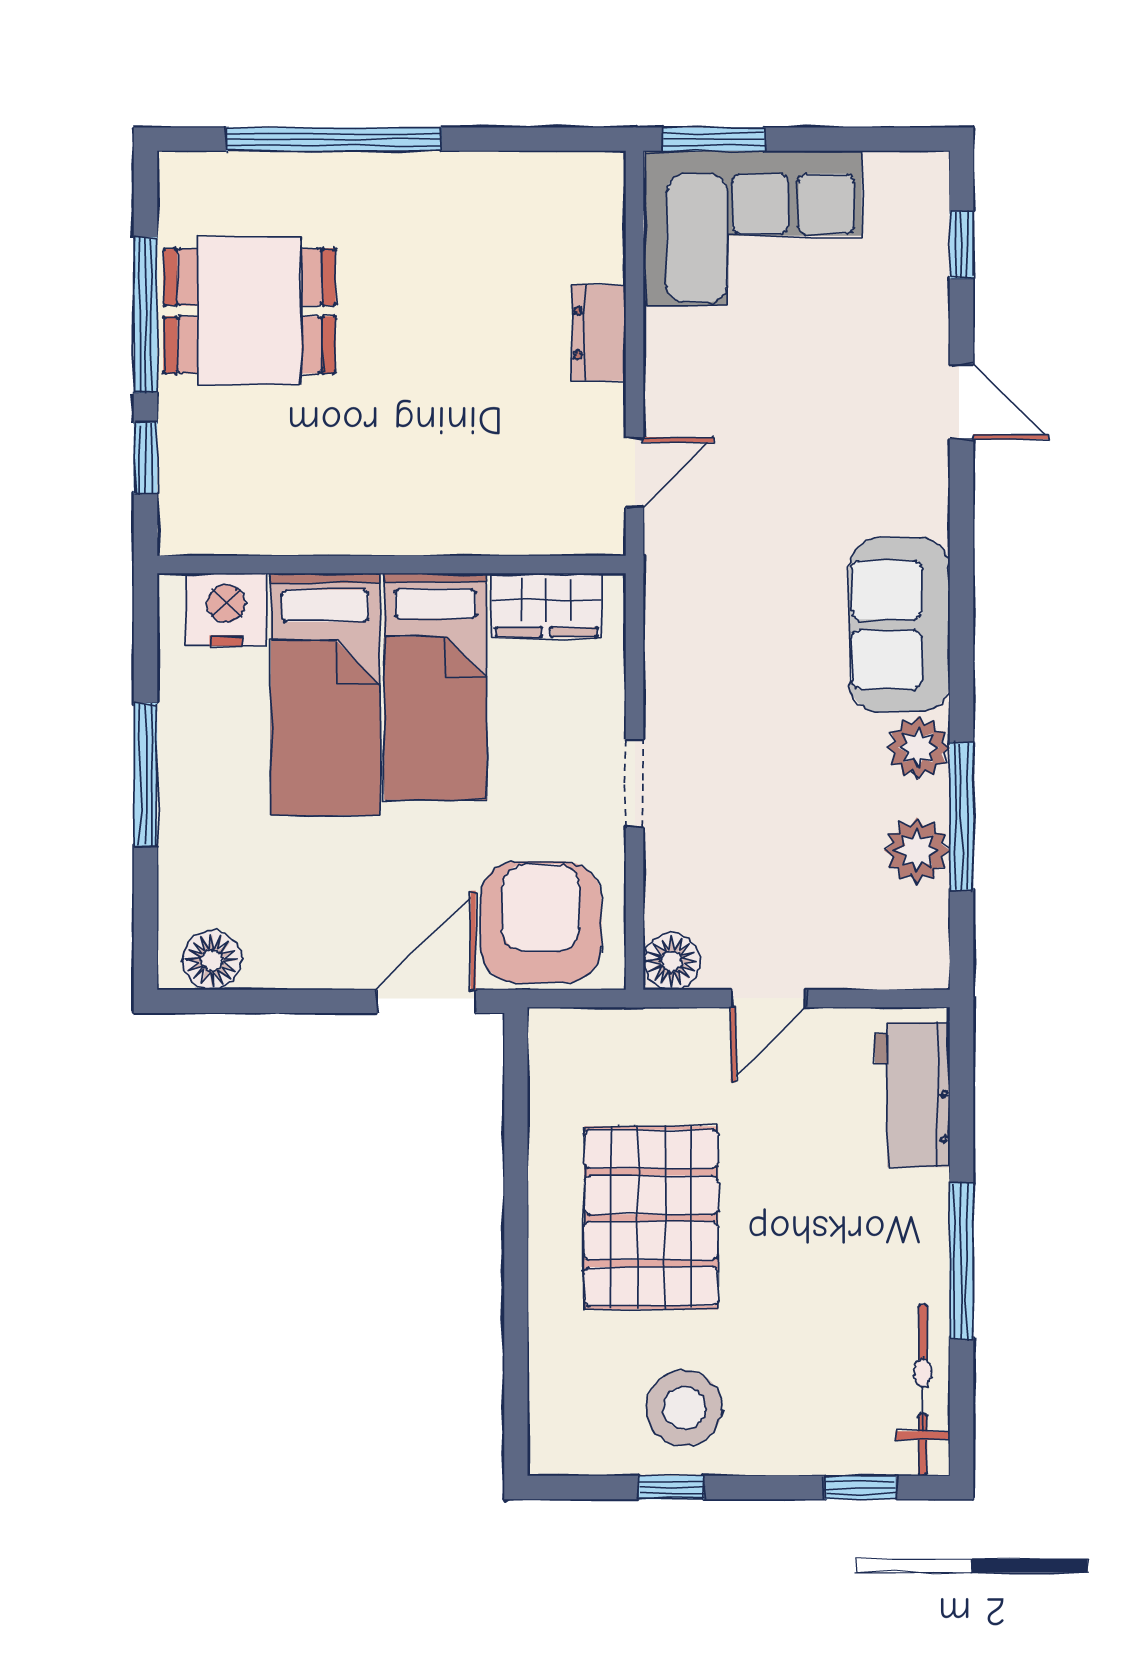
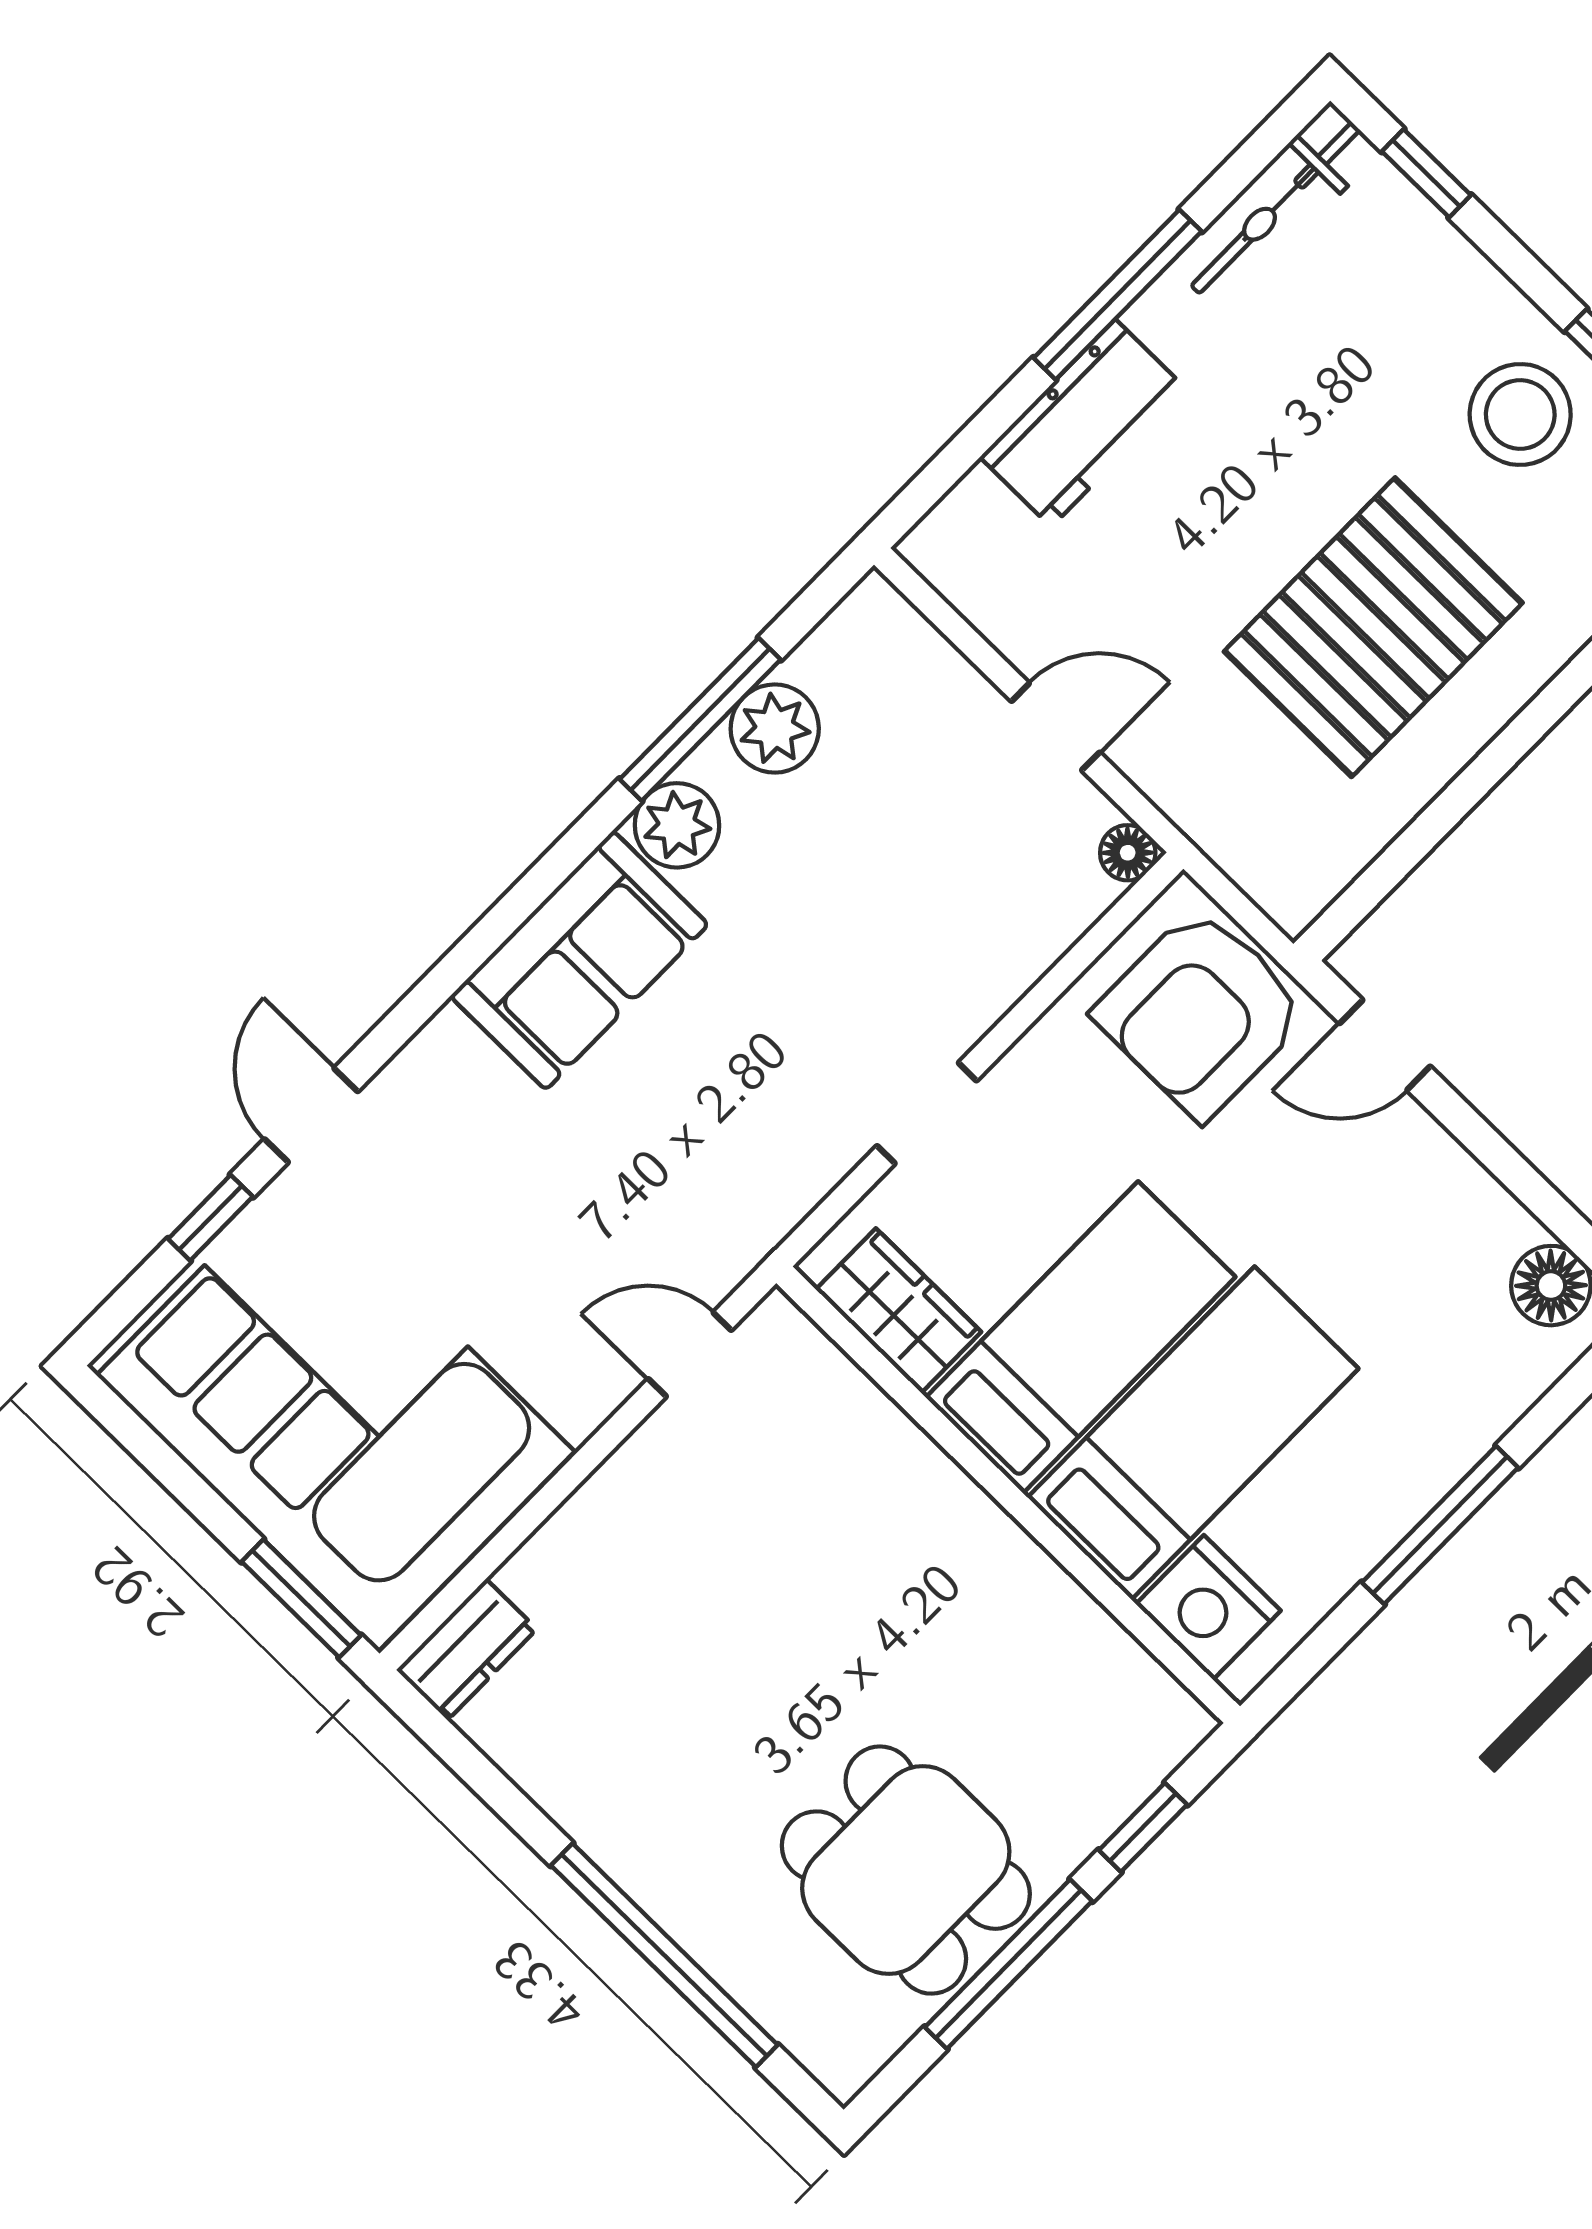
corner sofa: (753, 228) -> (336, 1413), width x1.36, depth x1.36
window: (961, 245) -> (210, 1218), moved
dresser: (599, 333) -> (467, 1649), moved
doorway: (635, 783) -> (927, 1113), moved
floor lamp: (672, 961) -> (1128, 853), width x0.73, depth x0.73
door: (426, 1001) -> (1385, 1045), width x0.73
workbench: (912, 1095) -> (1083, 423), moved

